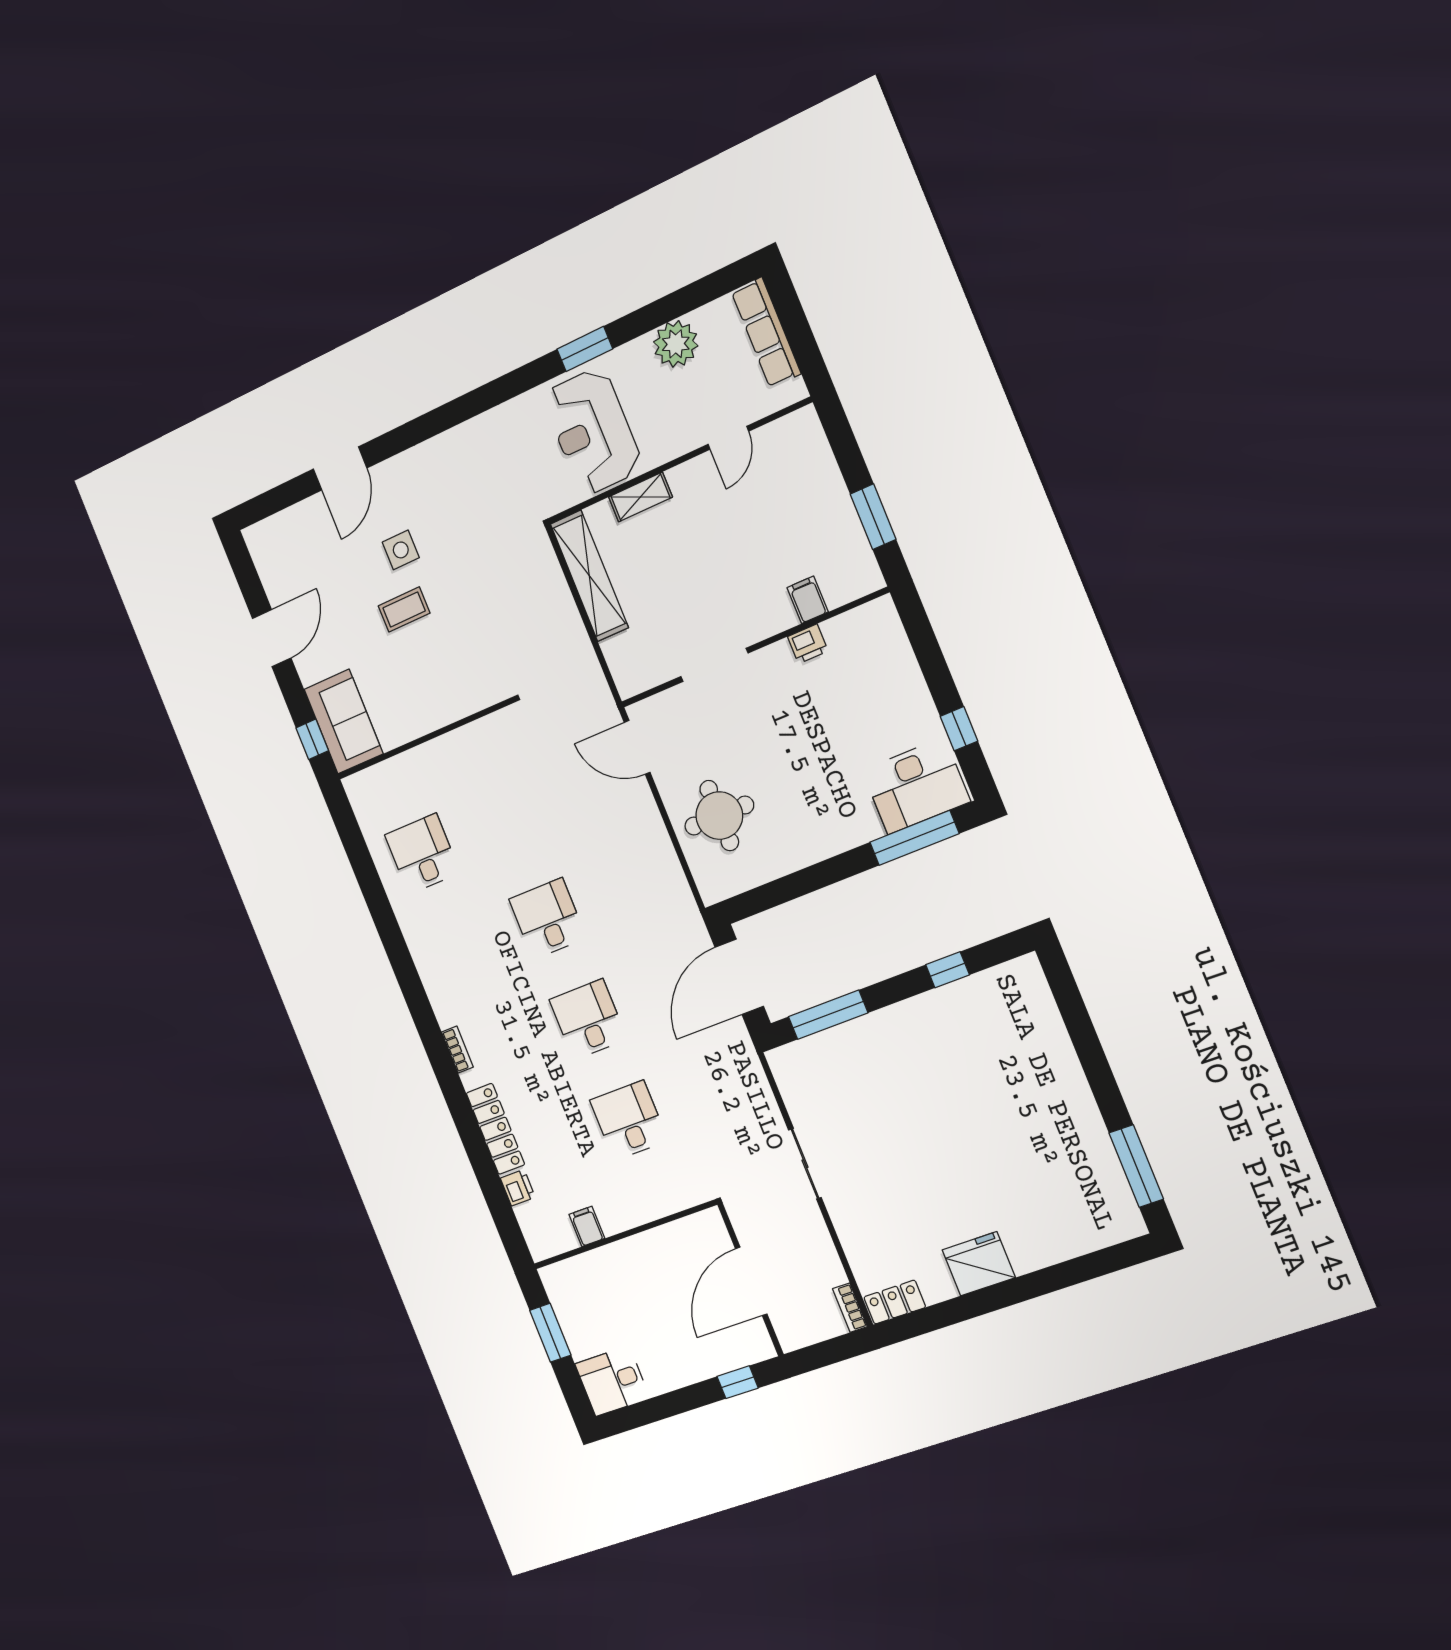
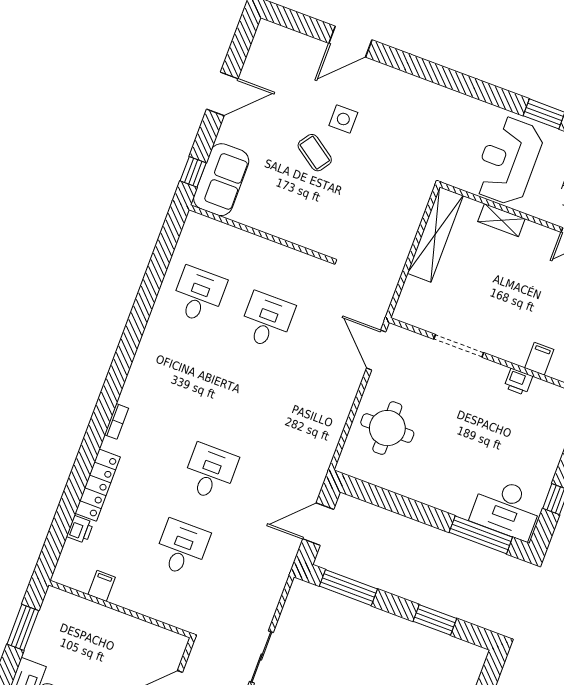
coffee table: (404, 609) -> (315, 153), turned 35
desk: (548, 919) -> (267, 320), moved
window: (948, 970) -> (435, 620), width x1.50
door: (739, 977) -> (318, 524), width x0.73

